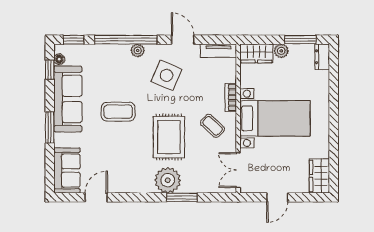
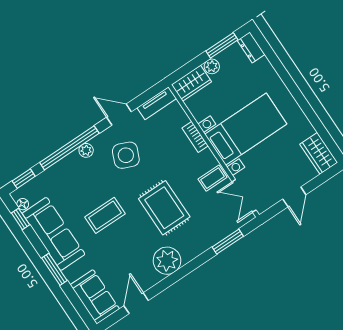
coffee table: (212, 126) -> (213, 178), moved, turned -43
plant: (168, 180) -> (167, 261), moved
window: (182, 197) -> (228, 242), moved

